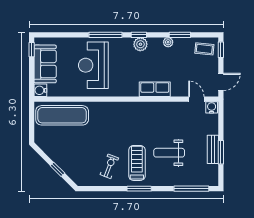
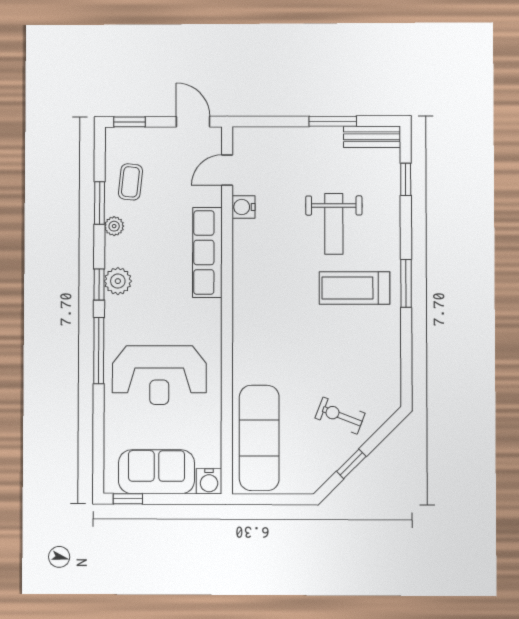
coffee table: (204, 49) -> (130, 182), moved
row of seats: (155, 89) -> (207, 252), width x1.48
water cooler: (212, 107) -> (244, 207), moved
bench: (213, 149) -> (372, 137), moved
exercise bike: (109, 166) -> (340, 416), moved
window: (57, 169) -> (351, 464), moved
window: (191, 189) -> (406, 179), width x0.46

